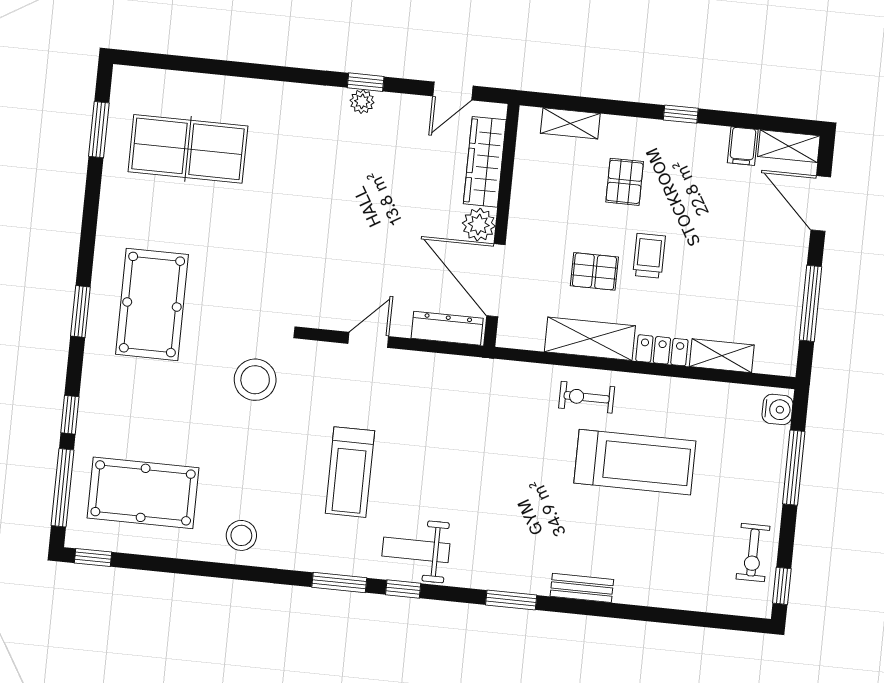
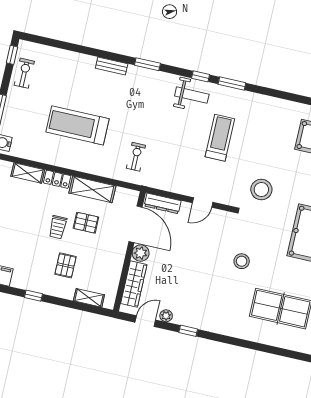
plant: (362, 101) -> (166, 316), moved
exercise bike: (587, 397) -> (136, 157), moved, turned -90
stool: (241, 535) -> (242, 261), moved

